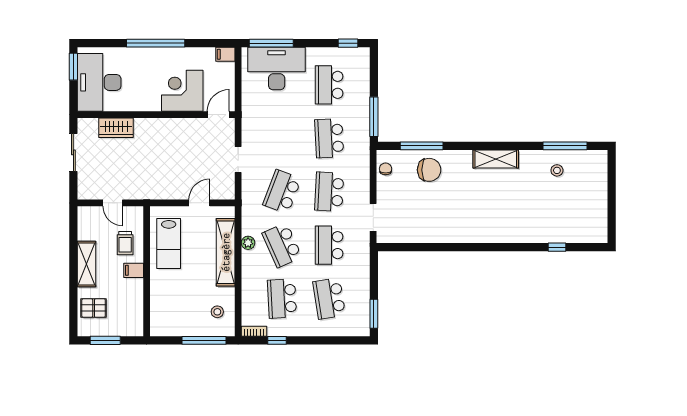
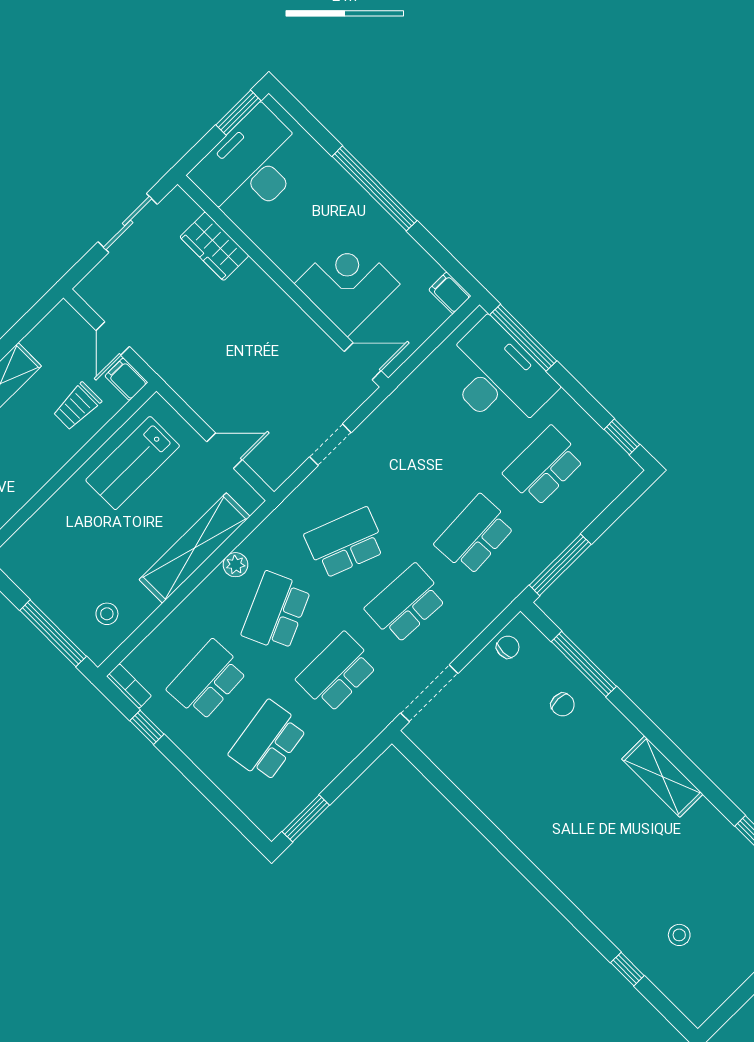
chair: (429, 170) -> (563, 705), width x0.54, depth x0.54
stool: (557, 170) -> (679, 935), moved
doorway: (373, 217) -> (429, 693), width x1.38
filing cabinet: (134, 270) -> (126, 379), moved

